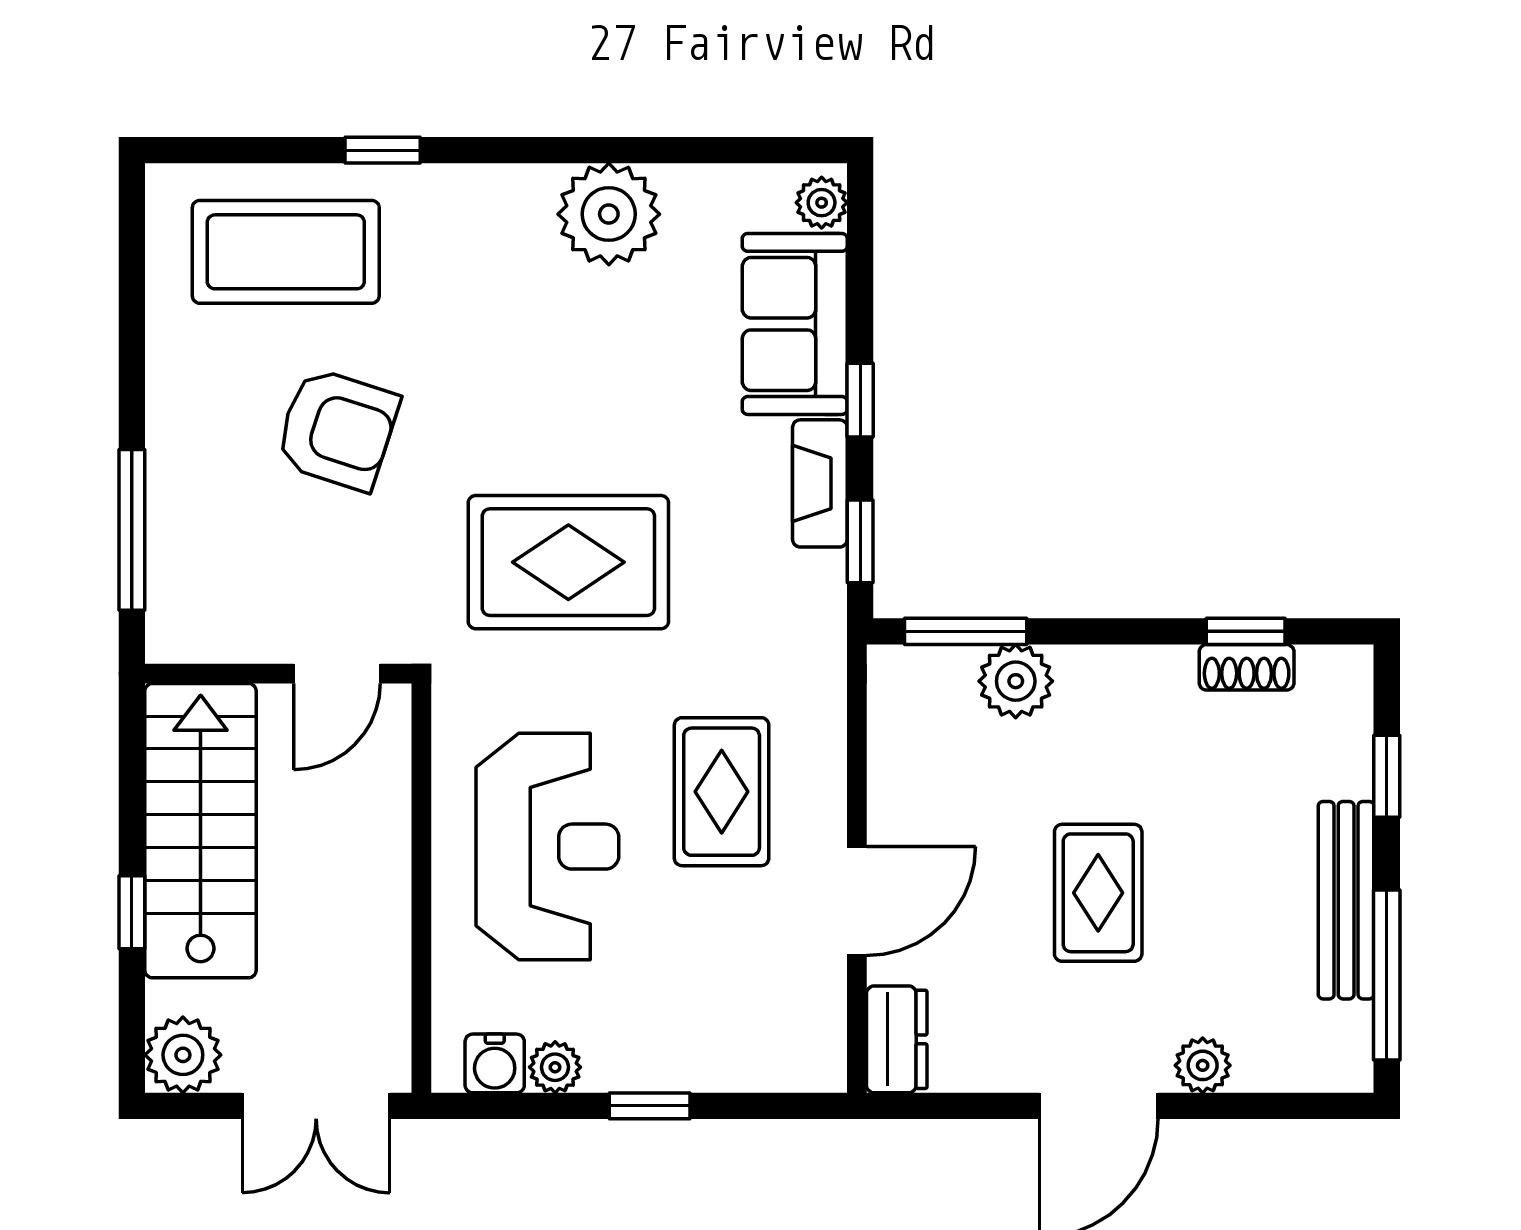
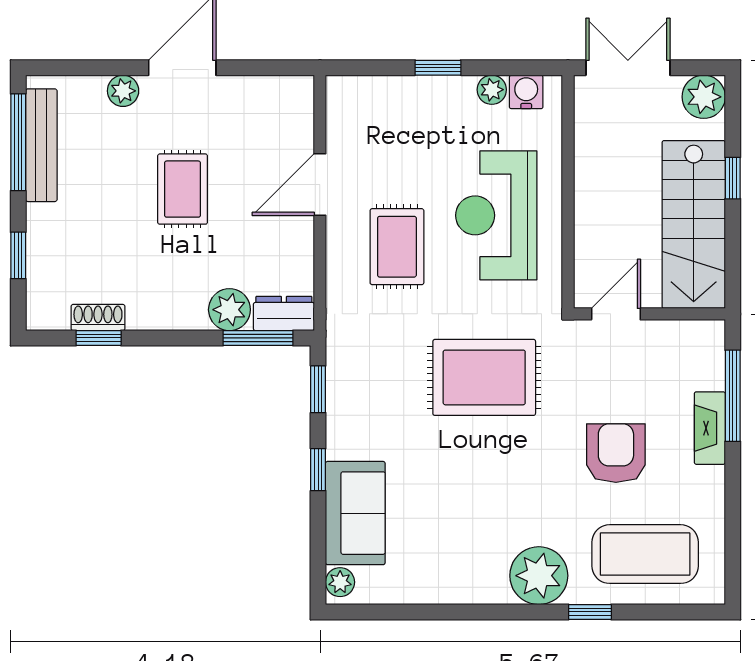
plant: (609, 214) -> (539, 576), moved
armchair: (337, 429) -> (616, 453), turned 72
fireplace: (820, 483) -> (710, 428), moved, turned 180
bench: (1346, 900) -> (41, 145), moved
dresser: (897, 1039) -> (284, 313), moved, turned 90

